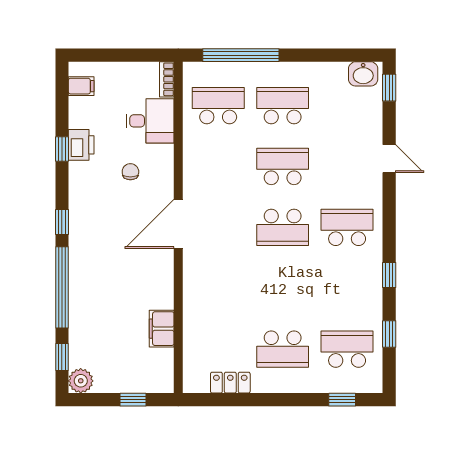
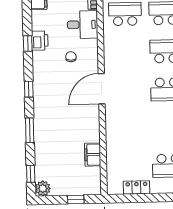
window: (62, 287) -> (30, 130), width x0.47

